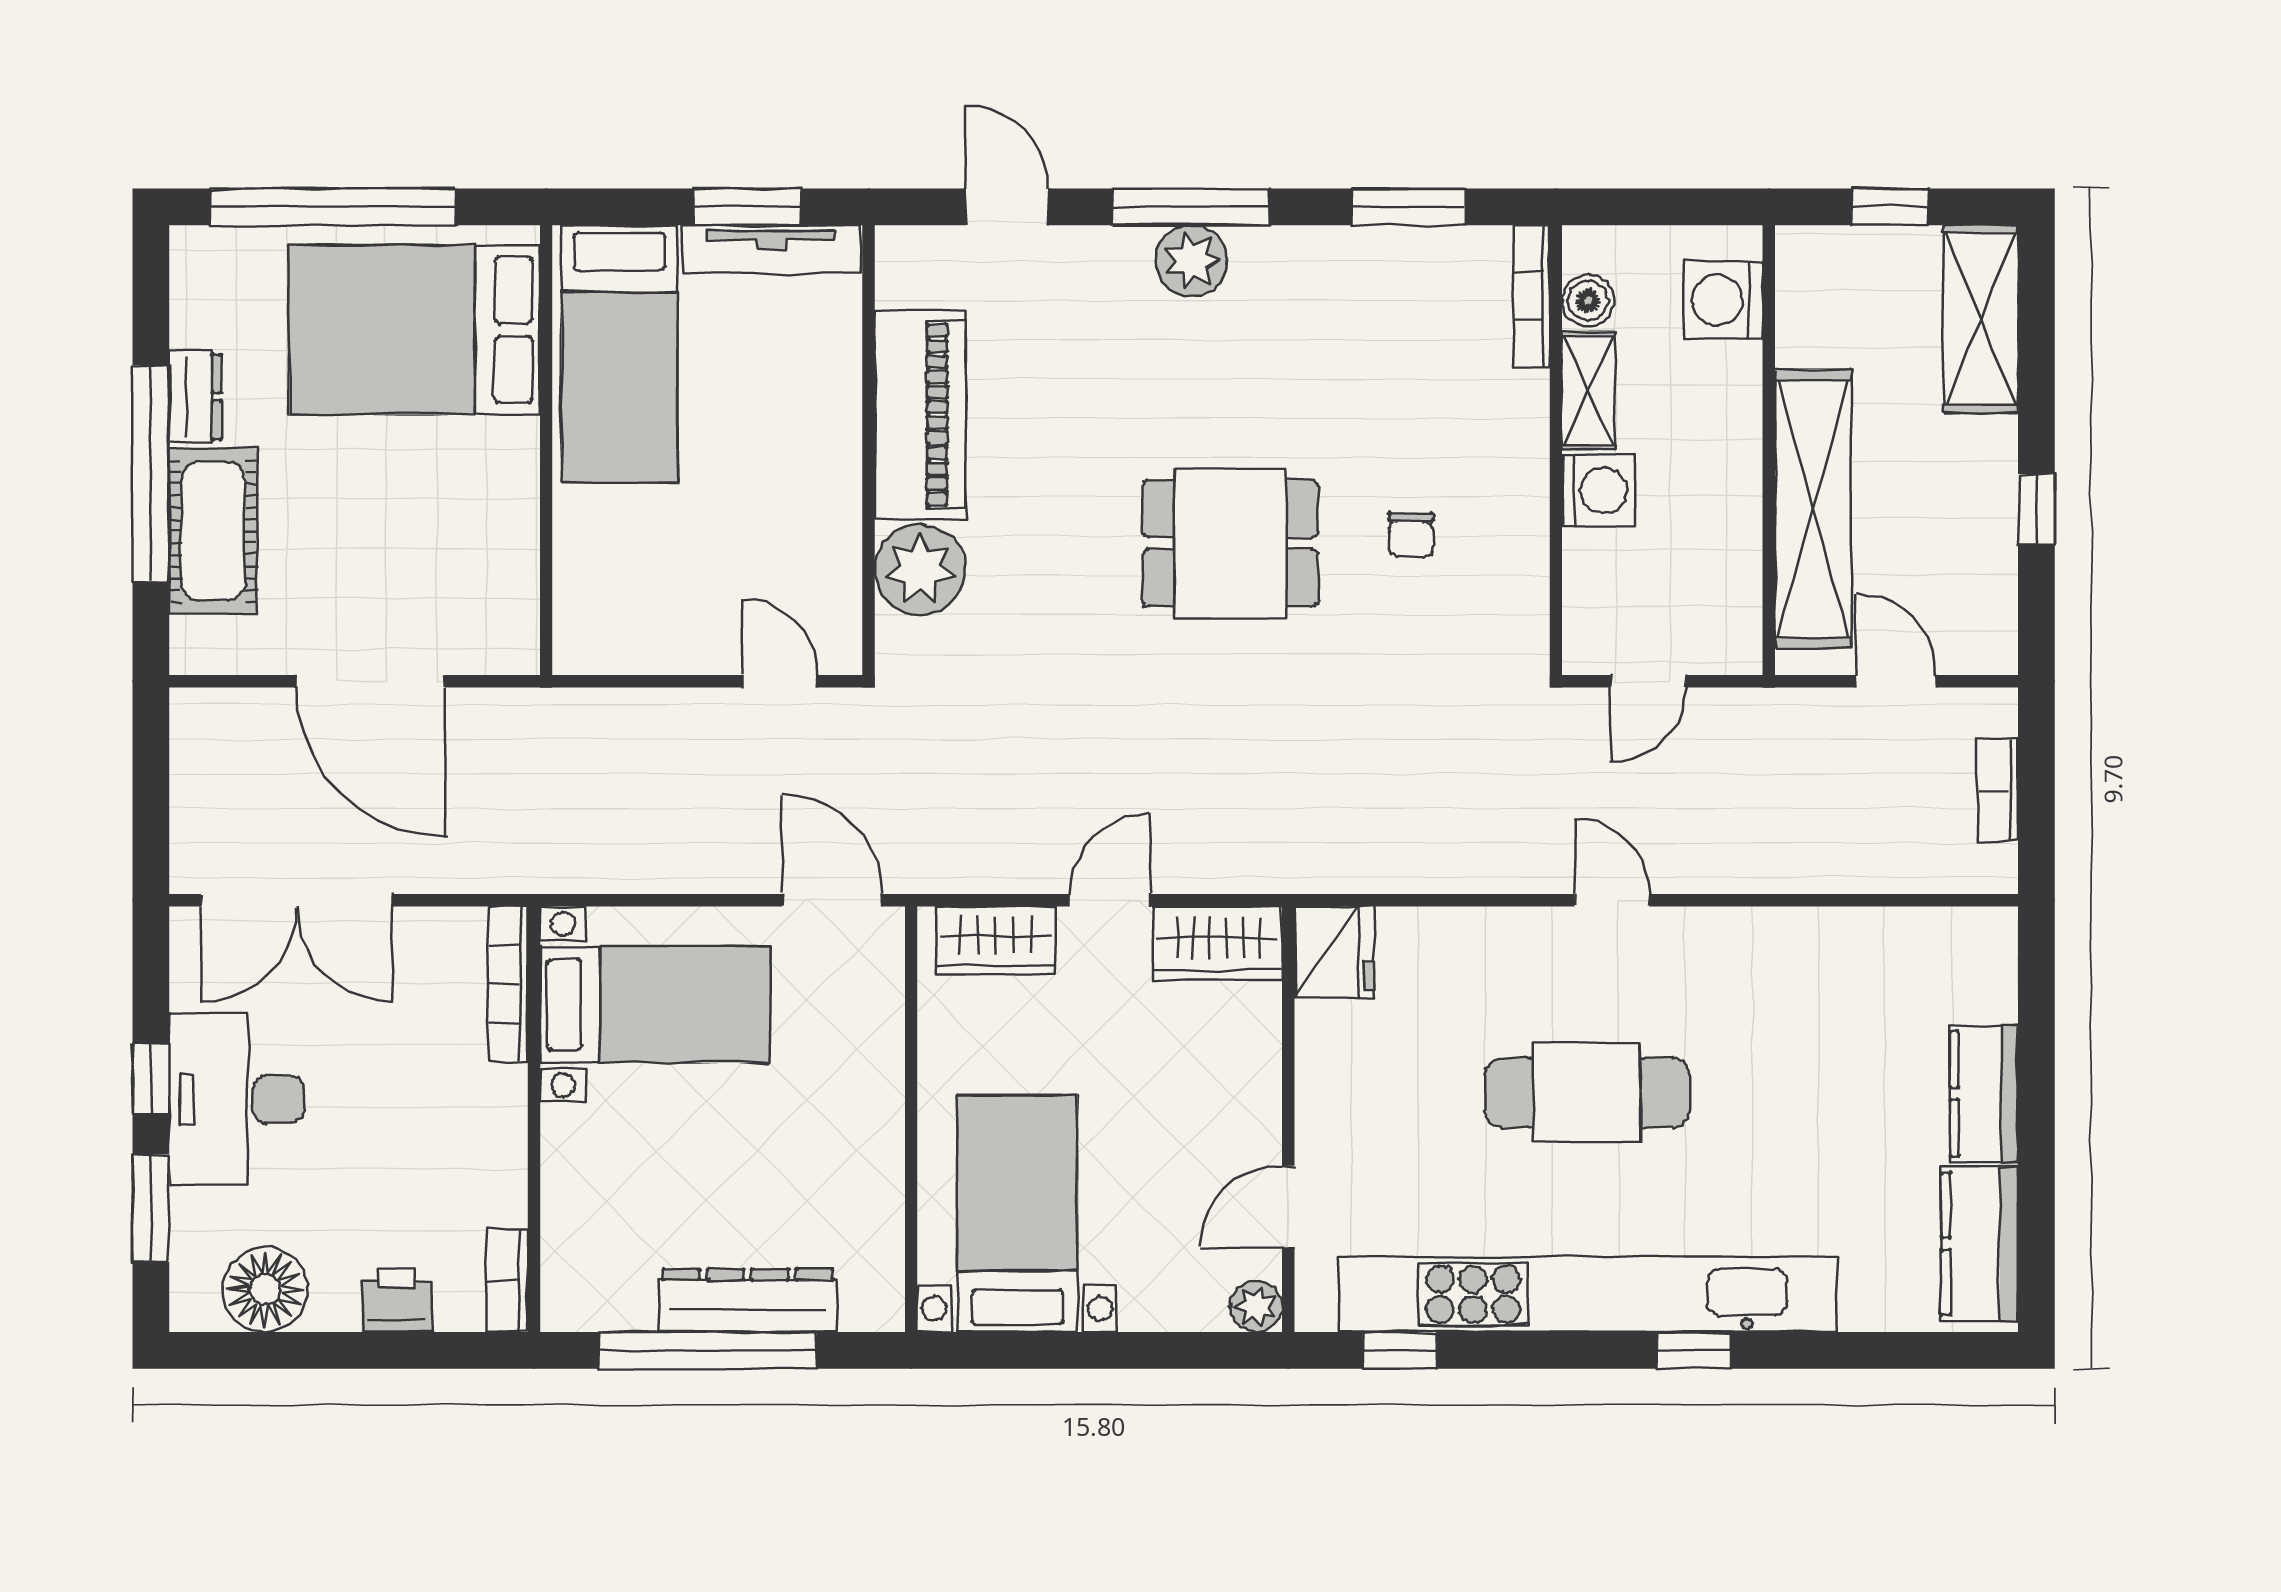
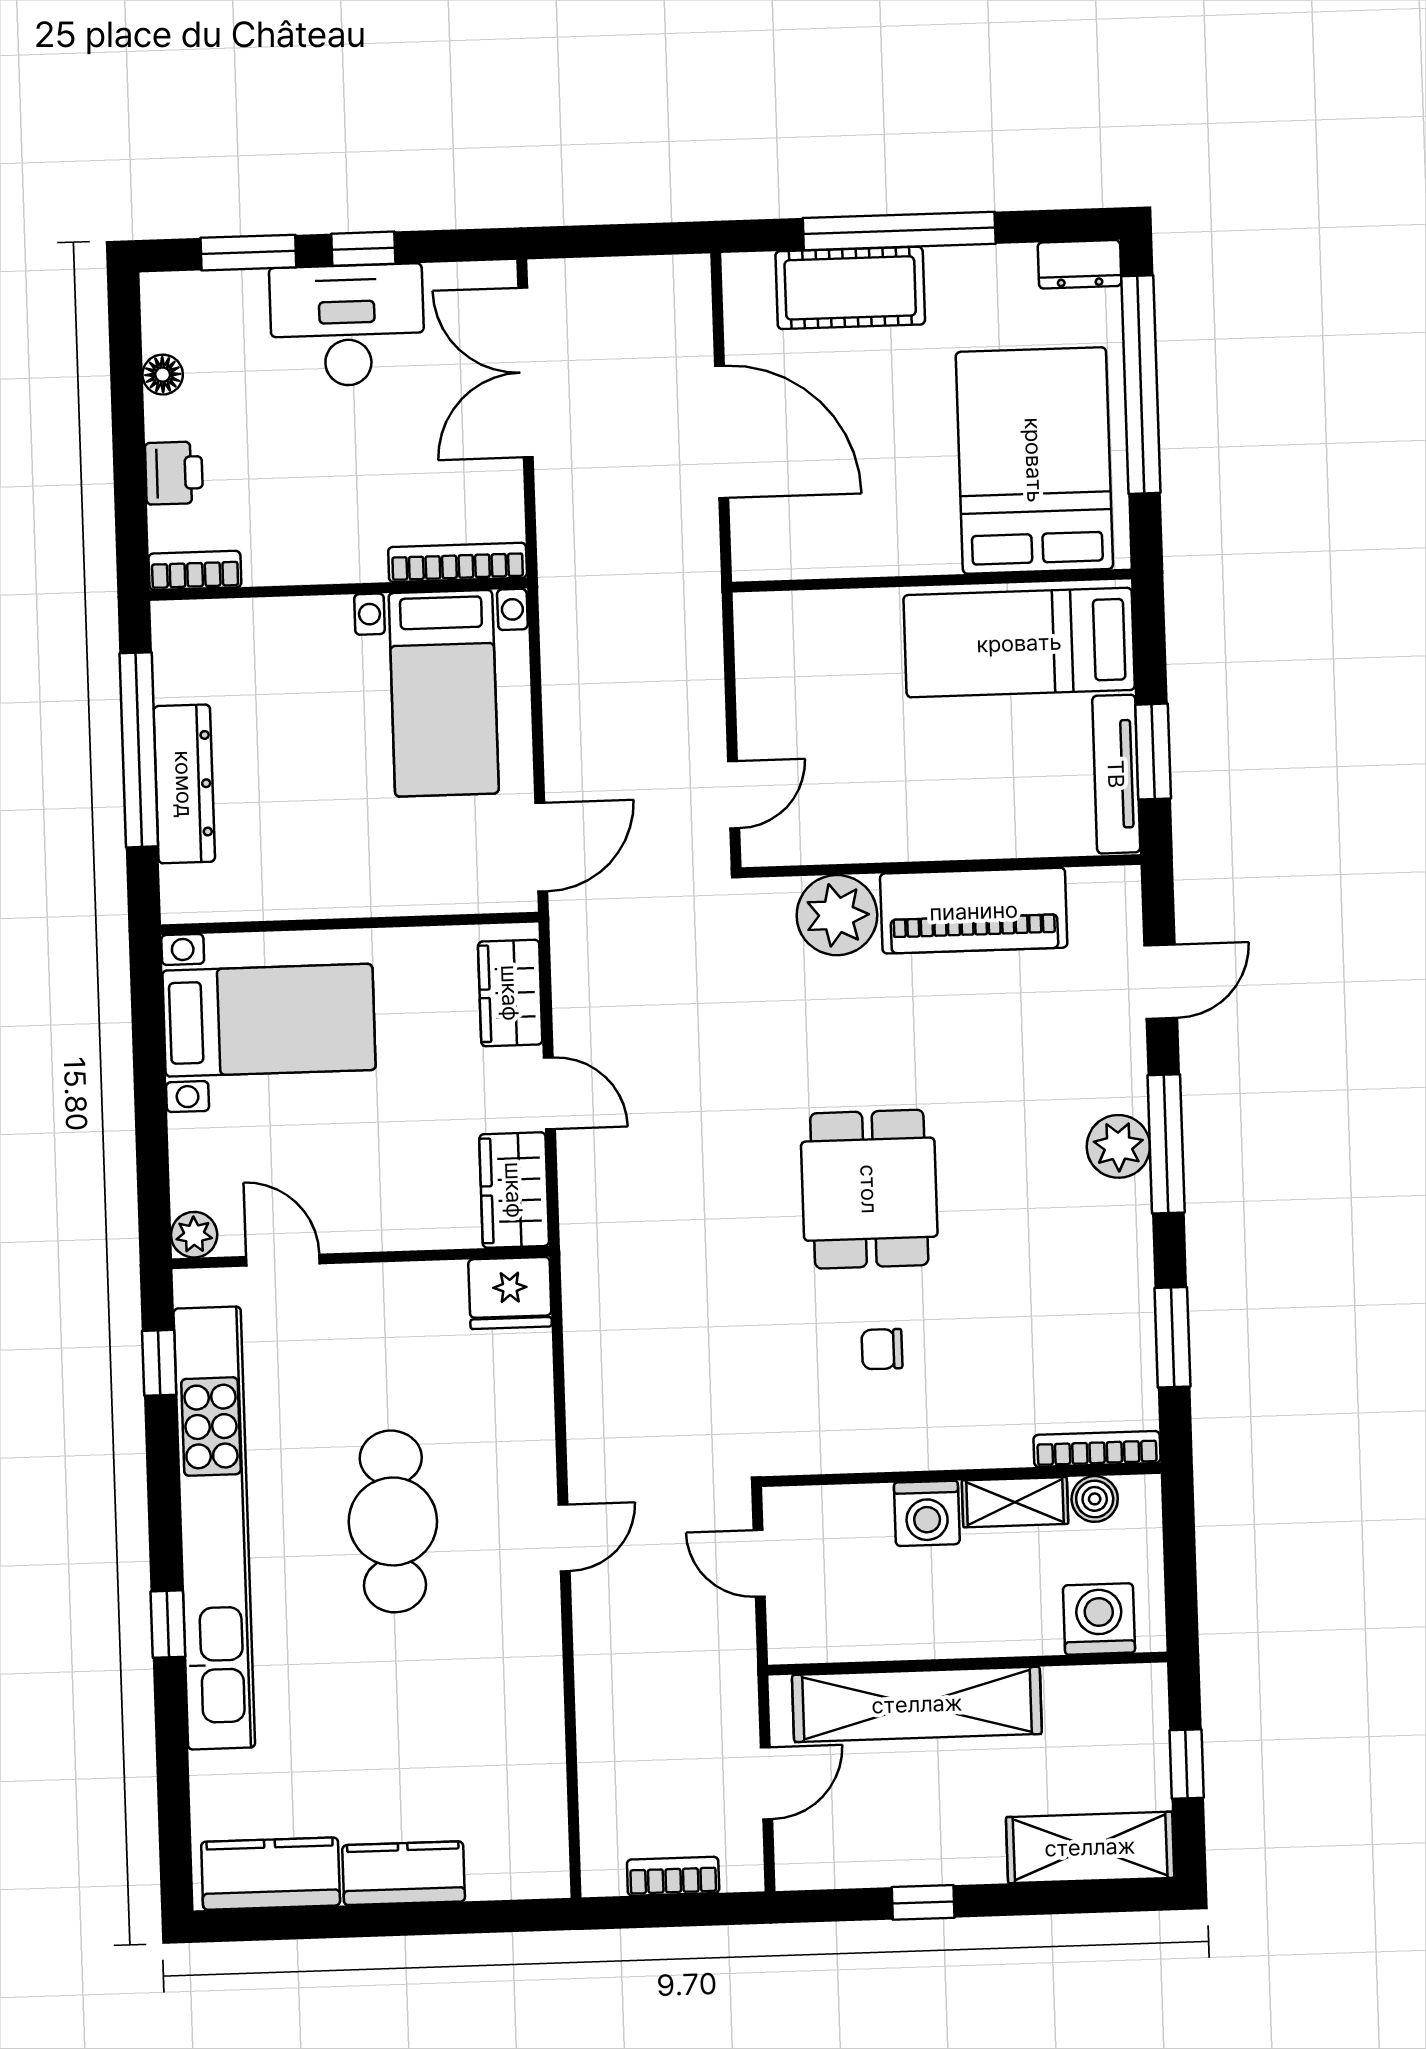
dresser: (195, 397) -> (1080, 264), moved
door: (371, 681) -> (722, 432), swing flipped
floor lamp: (265, 1289) -> (163, 375), width x0.53, depth x0.53

